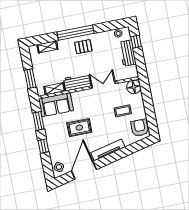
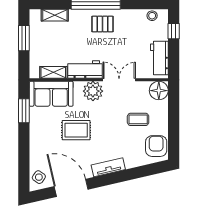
workbench: (128, 53) -> (159, 58), moved
window: (30, 79) -> (24, 38), moved
plant: (86, 97) -> (93, 91), added
window: (43, 146) -> (24, 145), removed
tv unit: (108, 150) -> (108, 167), width x0.71
door: (84, 170) -> (71, 188), hinge flipped

